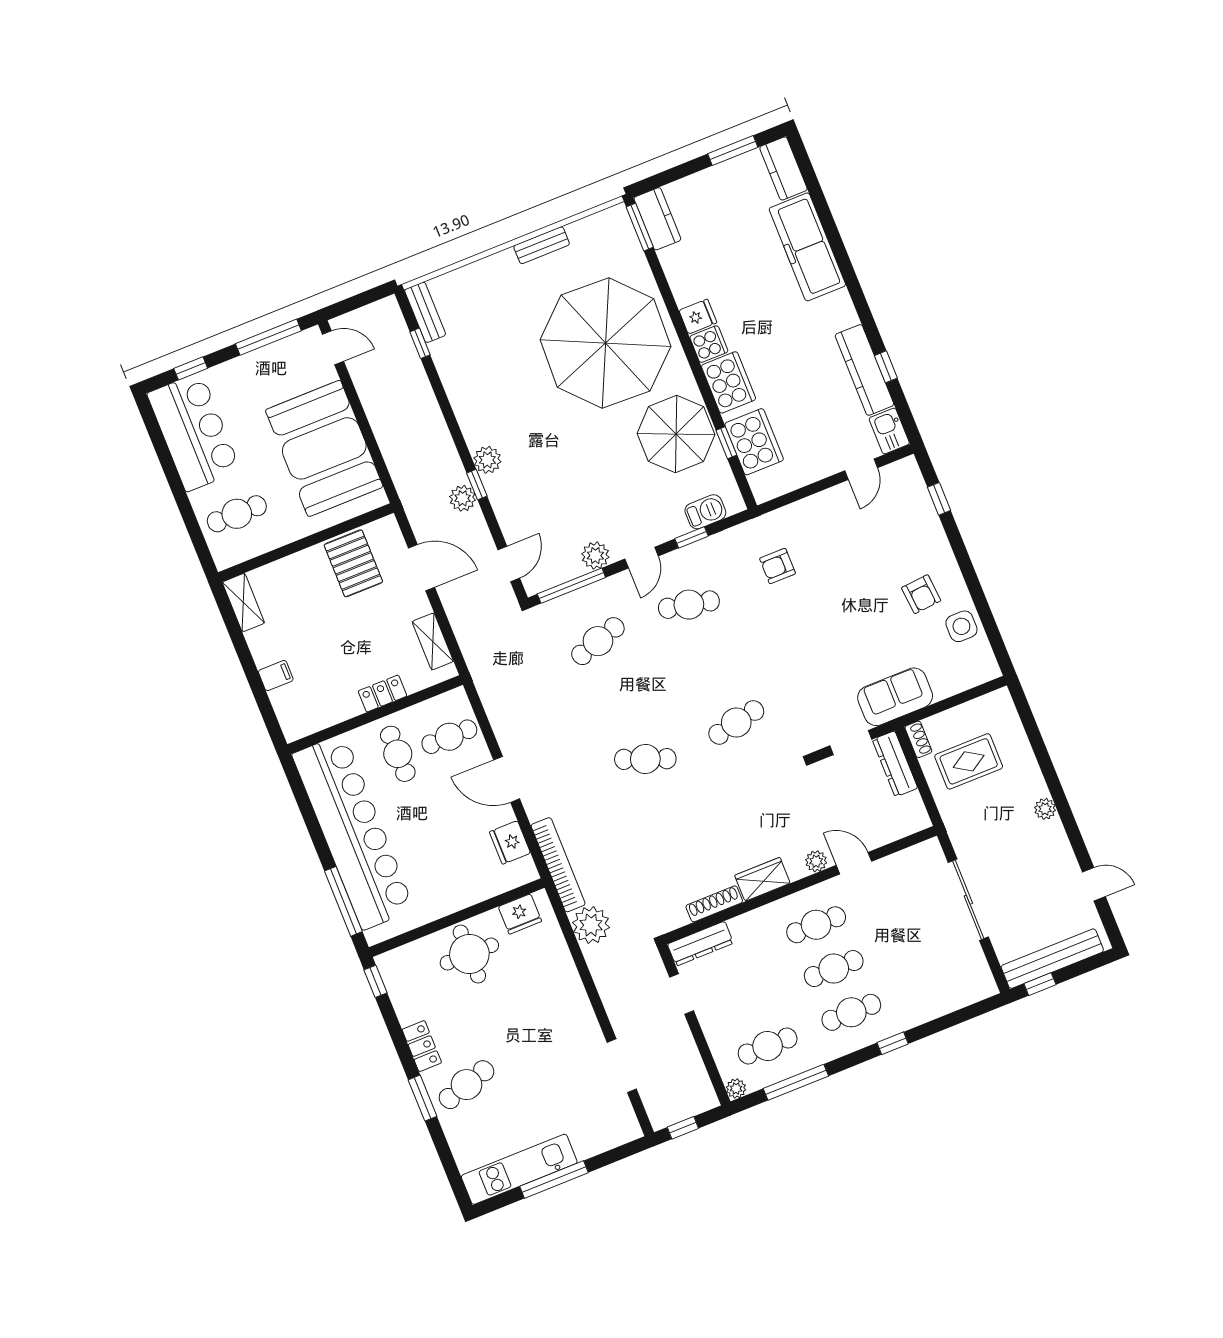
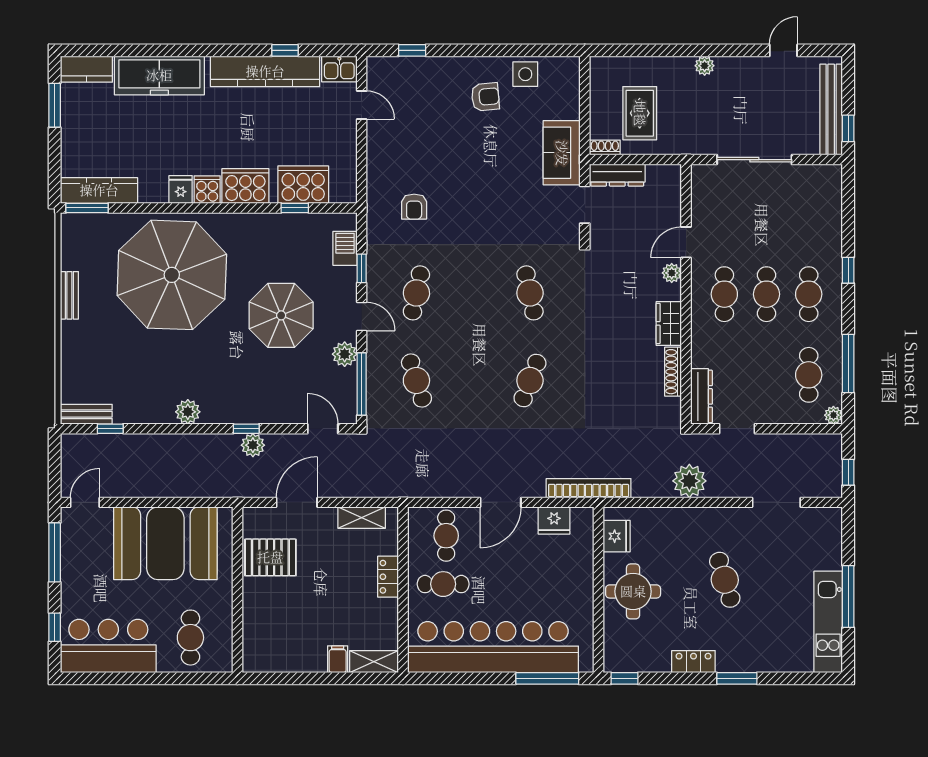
kitchen counter: (657, 219) -> (99, 190), width x1.50
kitchen counter: (864, 370) -> (265, 71), width x1.39, depth x1.17
parasol: (676, 434) -> (281, 315), moved
plant: (487, 460) -> (188, 412), moved
shelving: (243, 603) -> (374, 662), moved
plant: (591, 925) -> (689, 481), moved
cafe table: (466, 1085) -> (725, 580), moved

